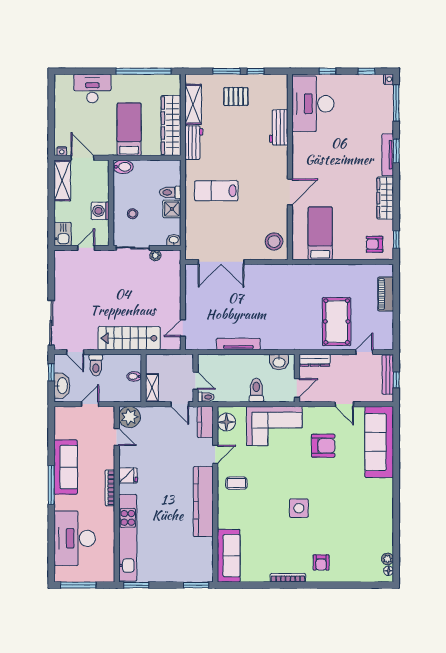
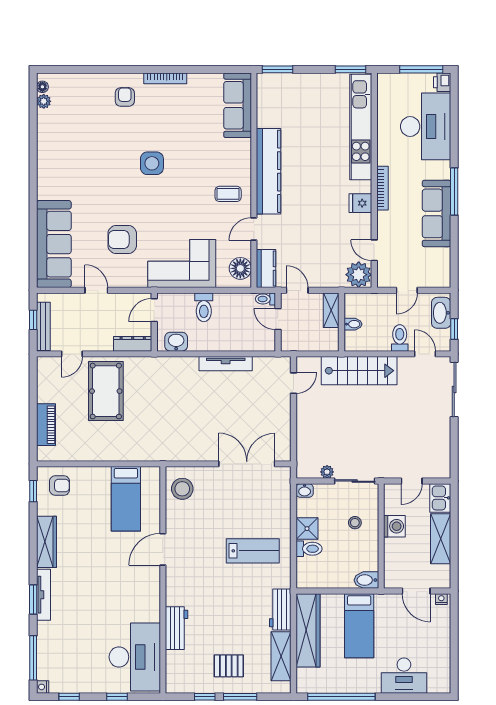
shelving: (62, 180) -> (441, 539), moved
printer: (61, 575) -> (442, 82), added

